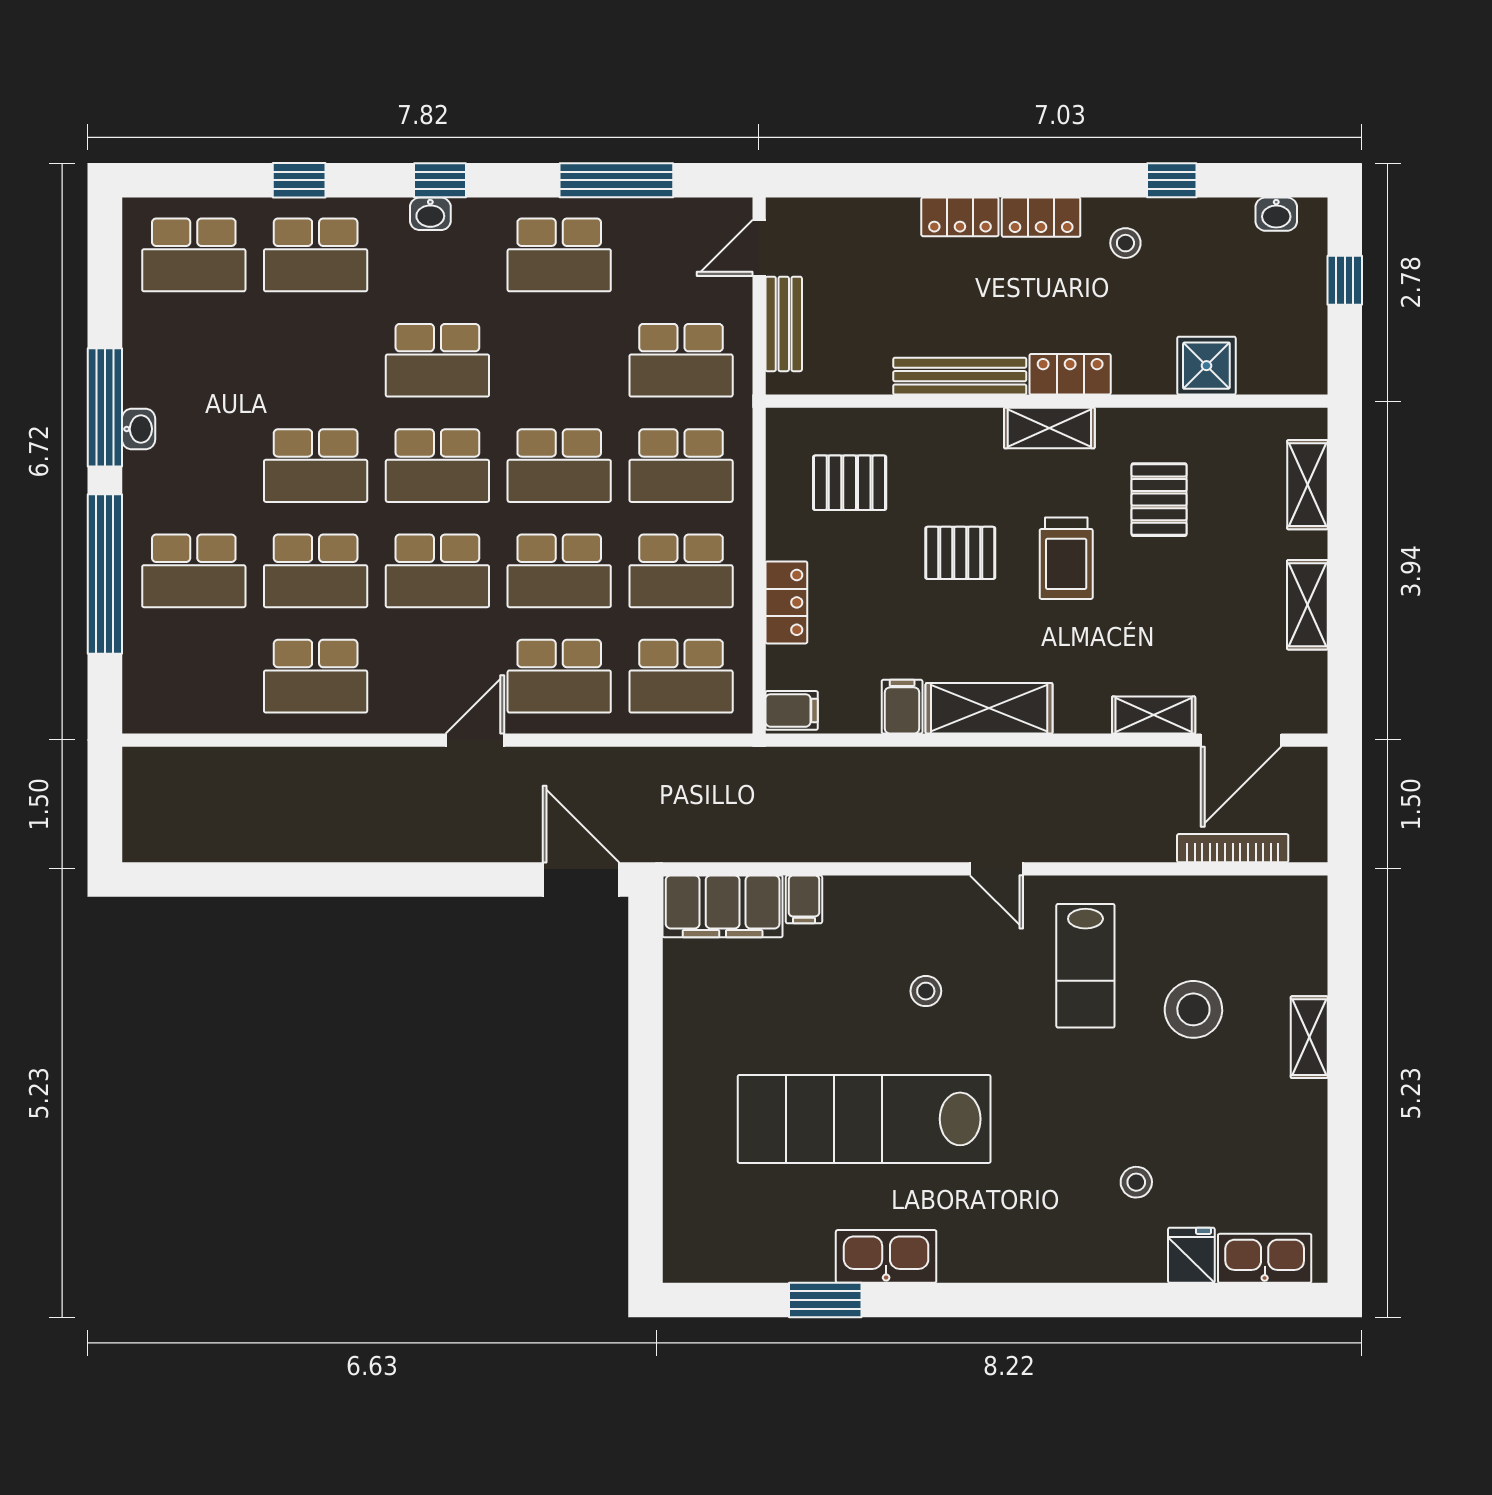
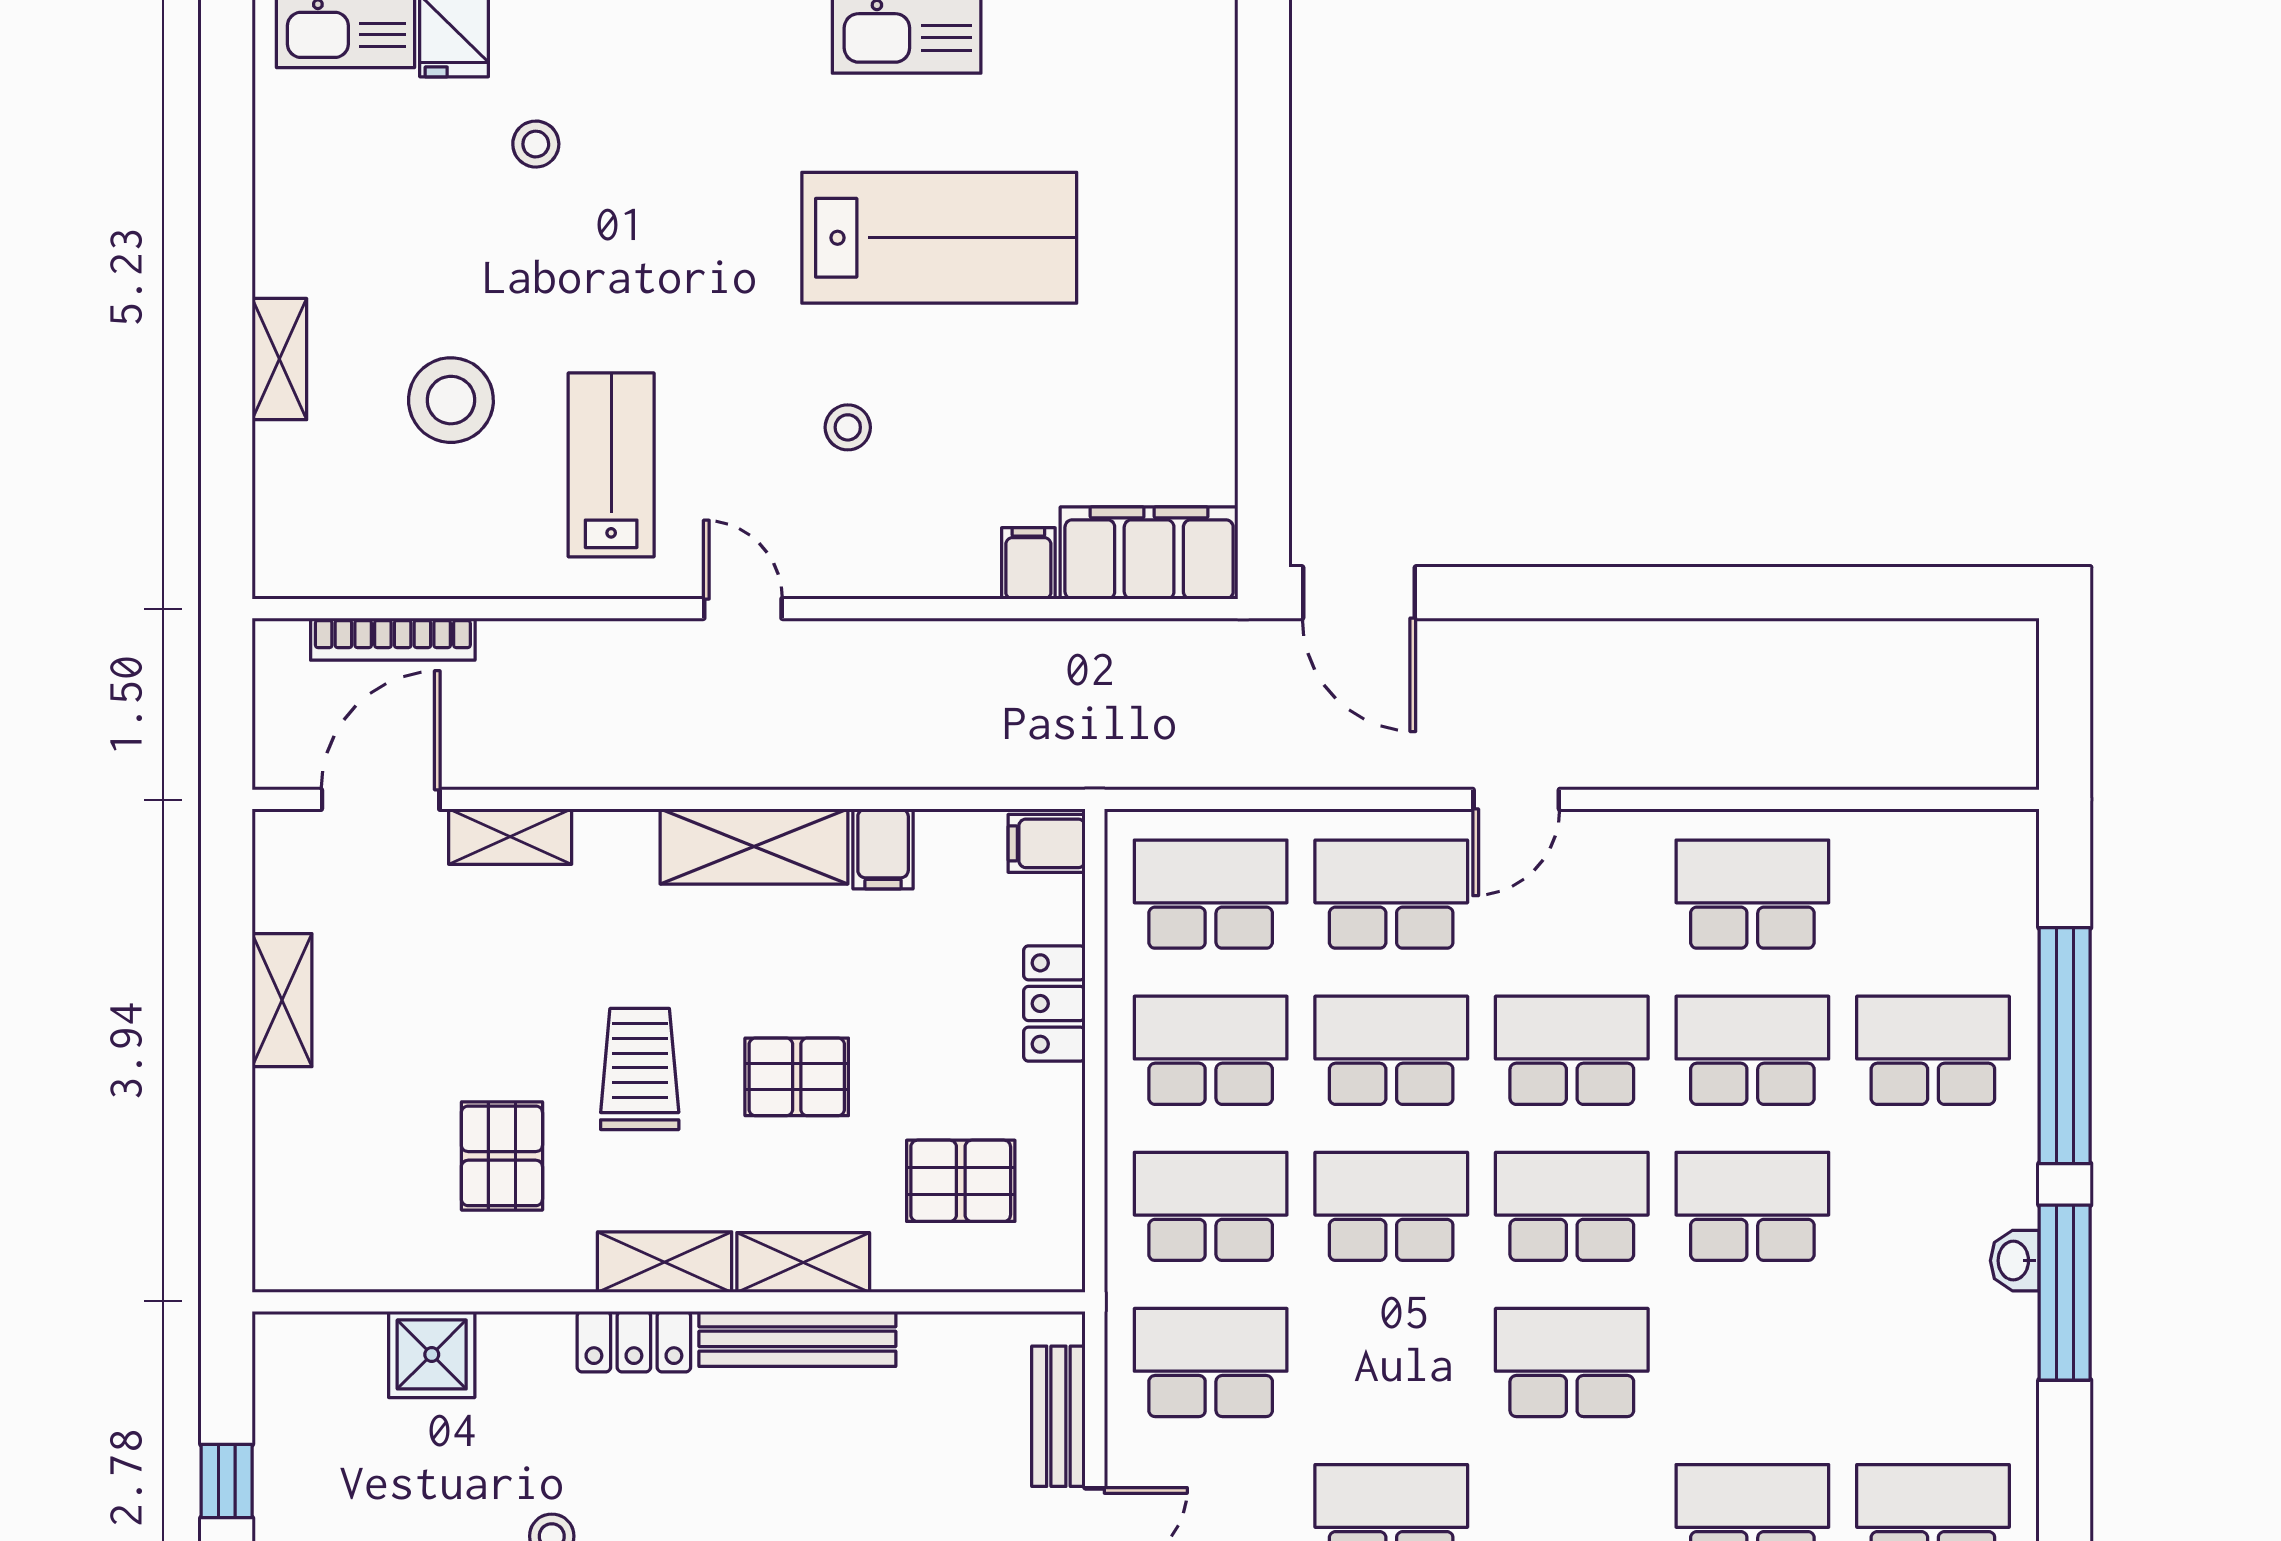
shelving: (1307, 485) -> (803, 1262), moved, turned 90
lab bench: (864, 1119) -> (939, 238), width x0.73

